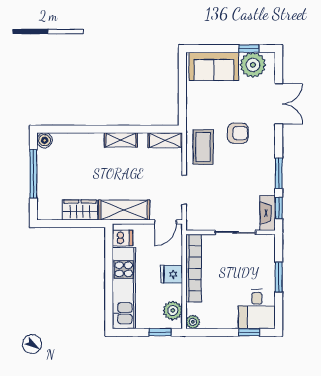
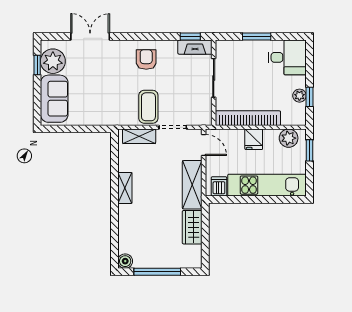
armchair: (238, 133) -> (146, 59), moved
shelving: (165, 140) -> (139, 136), moved, turned 90
coffee table: (203, 147) -> (148, 107), moved, turned 90
window: (279, 173) -> (157, 36), removed
plant: (193, 322) -> (299, 96), moved
window: (249, 332) -> (310, 97), moved

